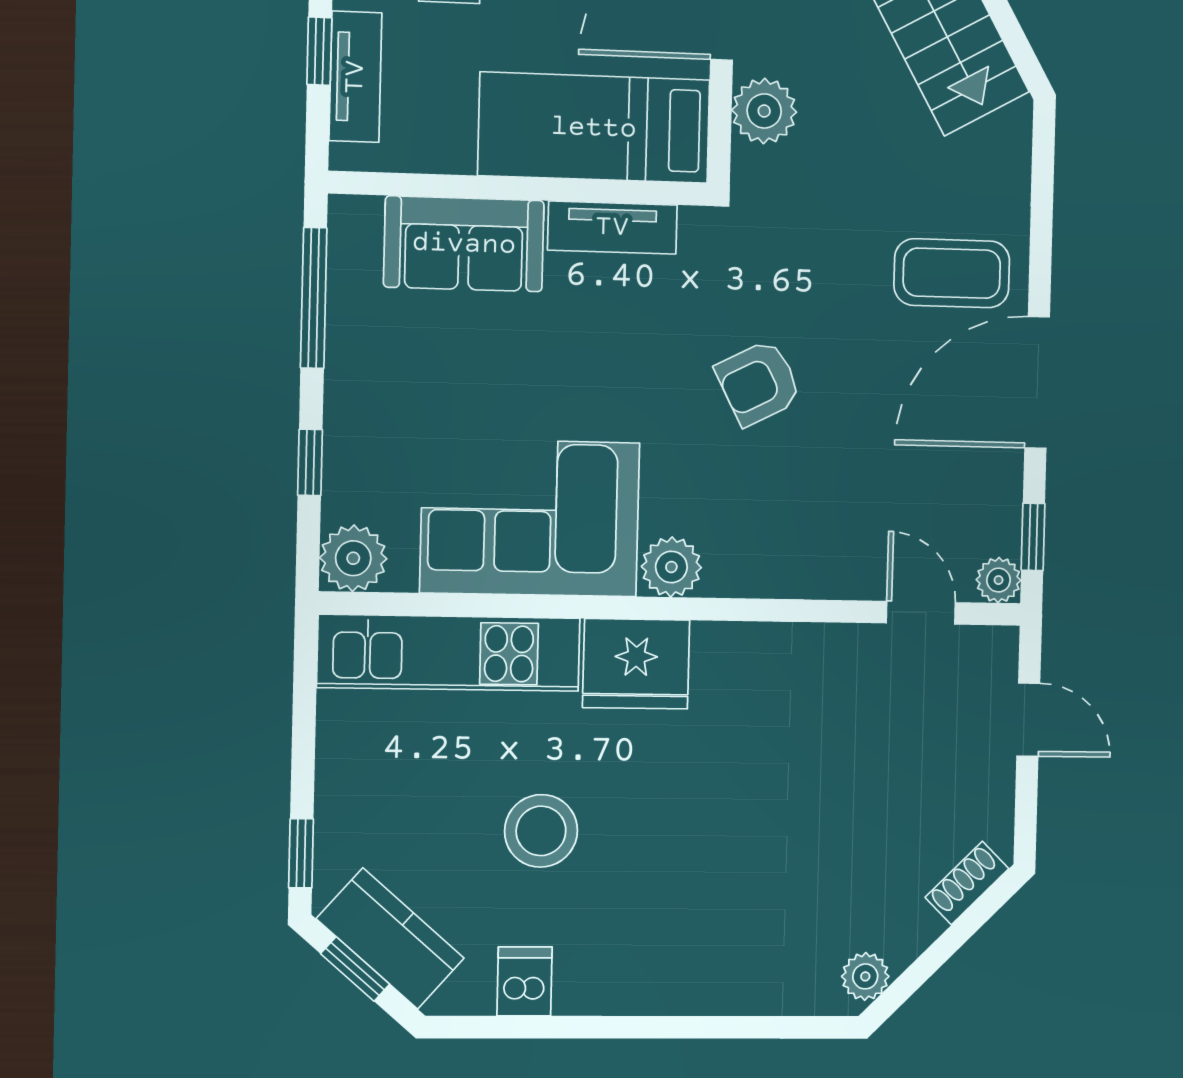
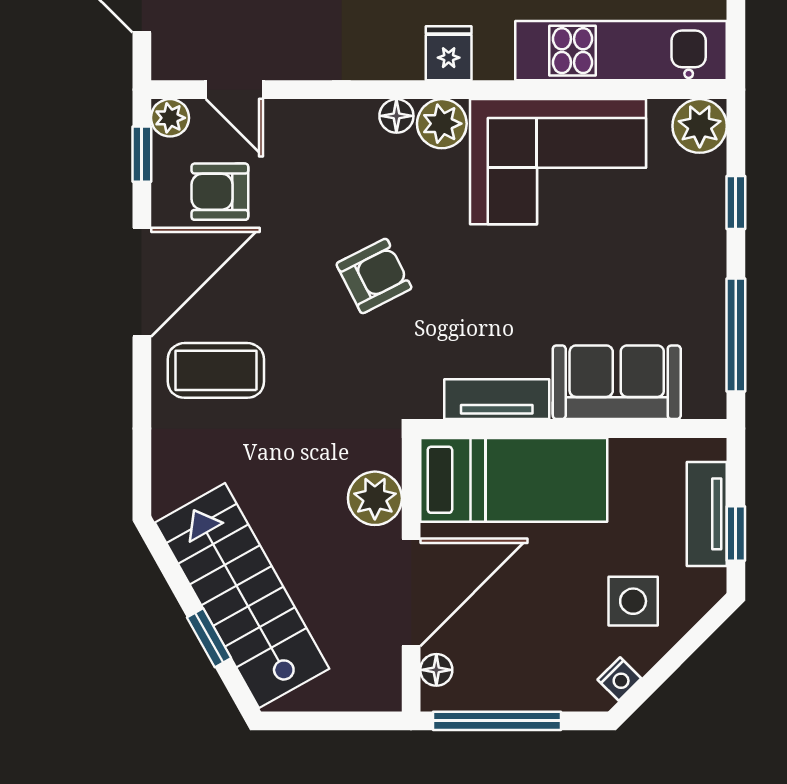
armchair: (941, 490) -> (220, 192), added
floor lamp: (726, 577) -> (396, 116), added
fridge: (636, 664) -> (449, 53), width x0.53, depth x0.75

